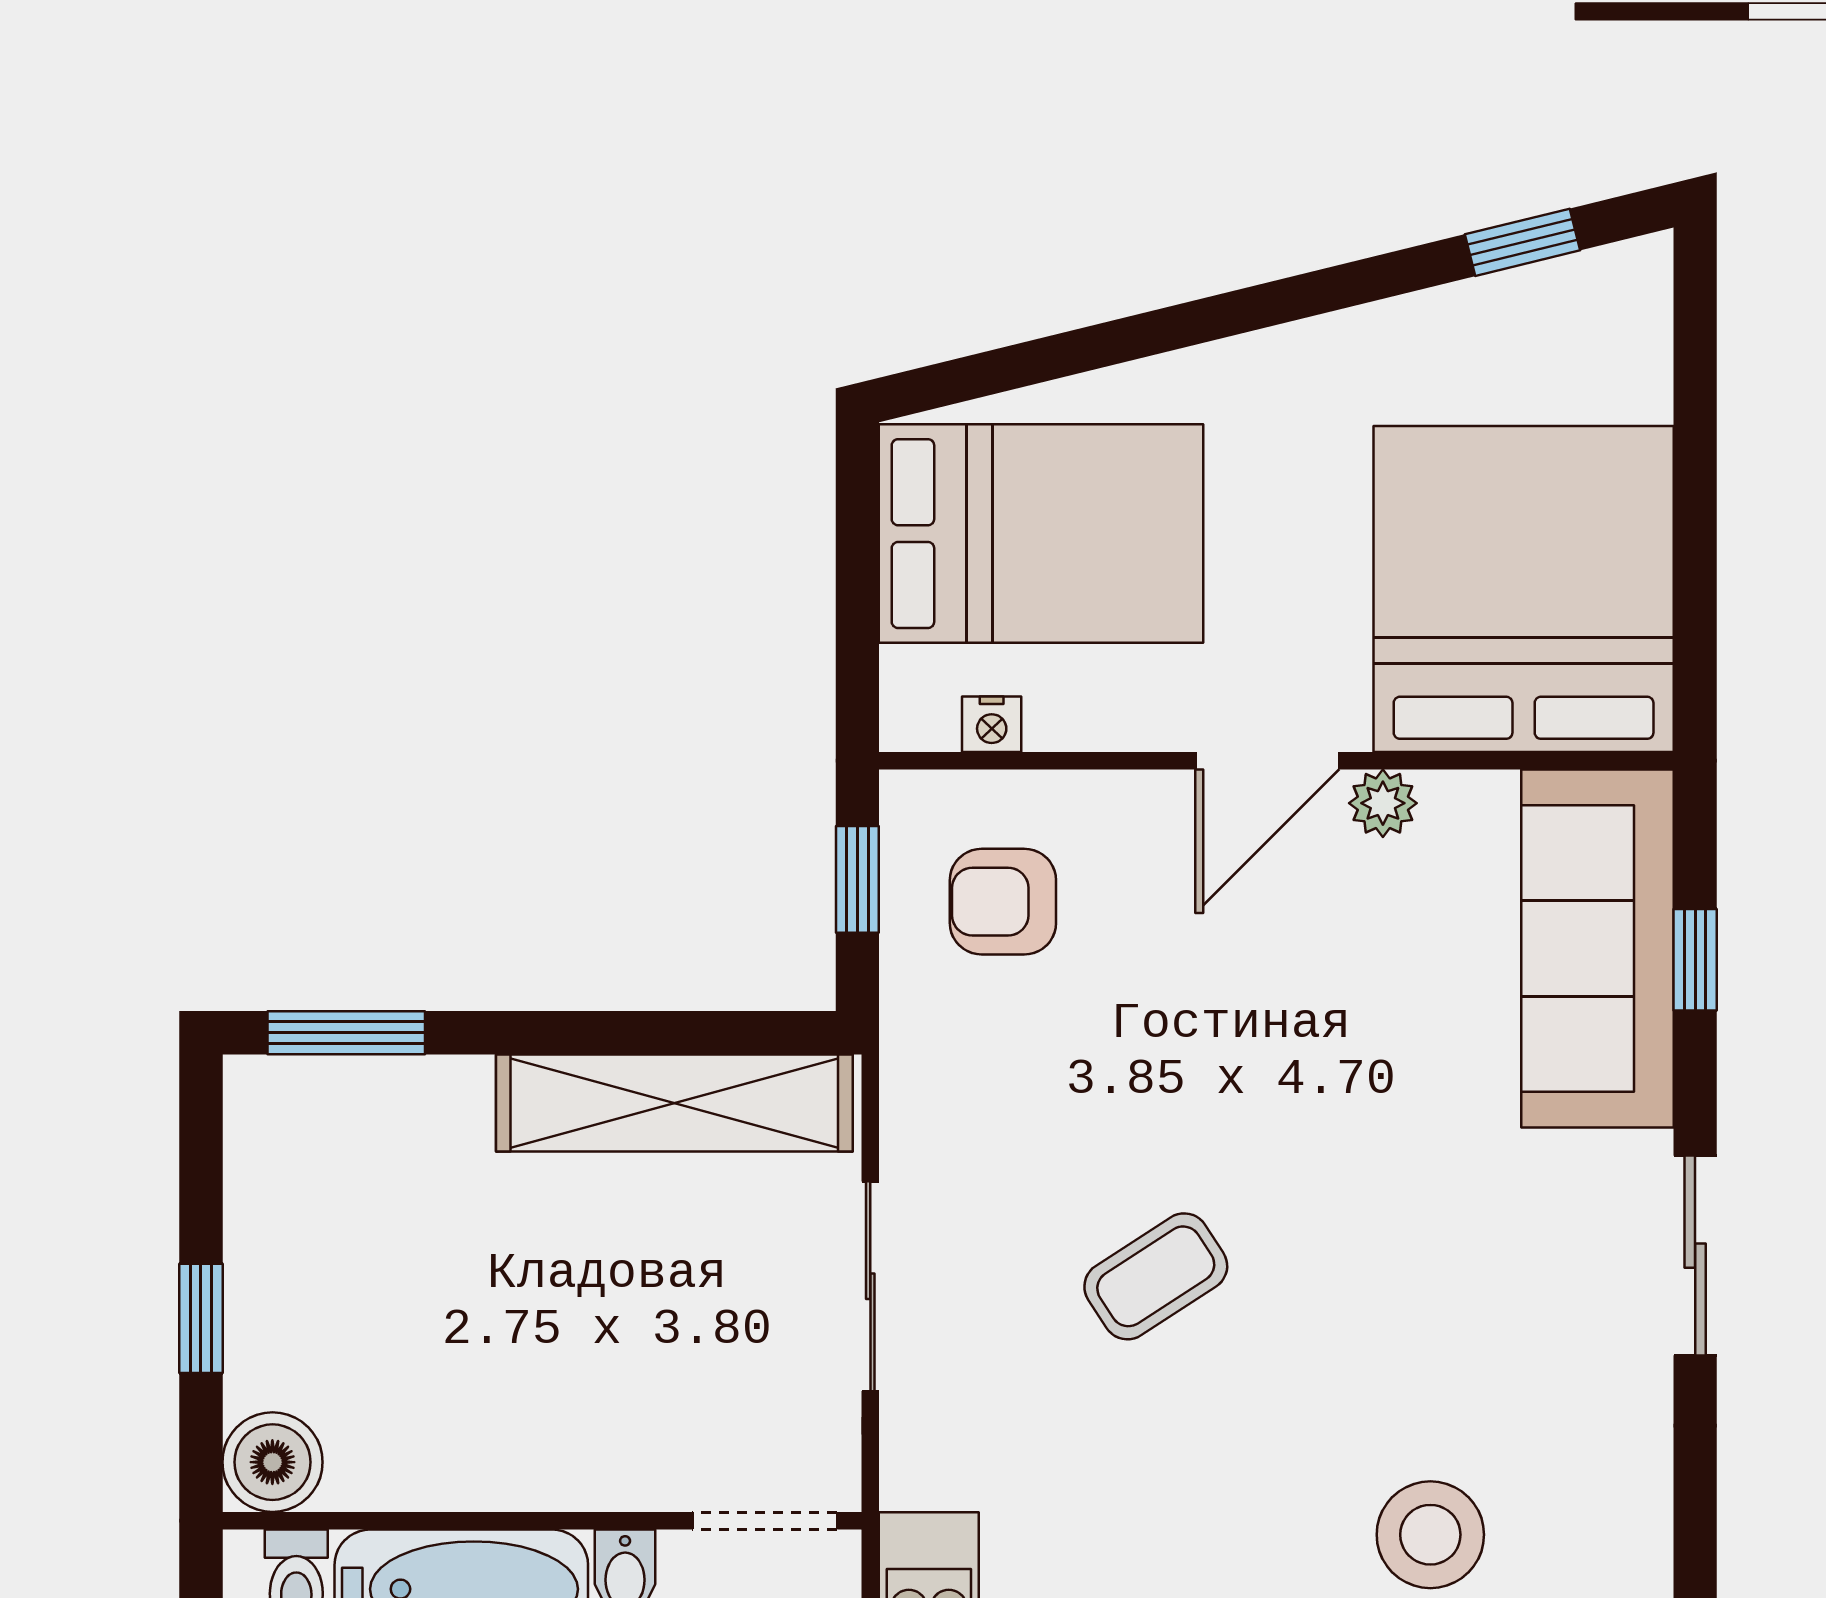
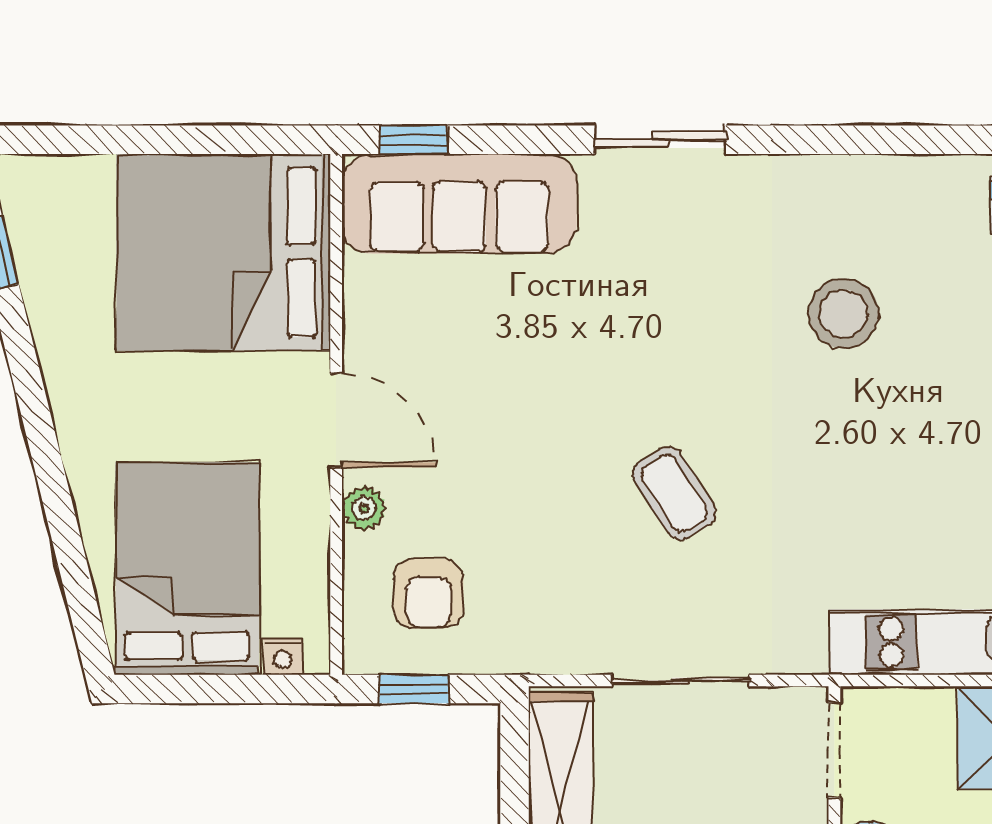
nightstand: (992, 724) -> (283, 657), moved, turned 90
plant: (1383, 803) -> (364, 508), moved
window: (1695, 960) -> (413, 140), moved

